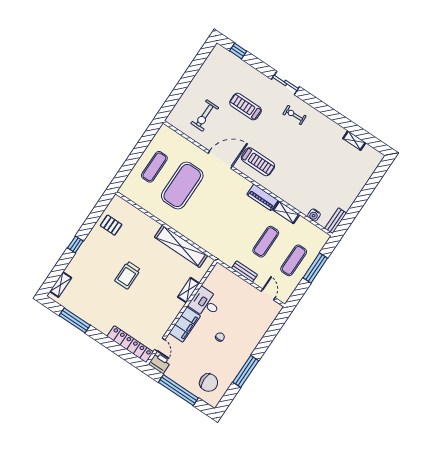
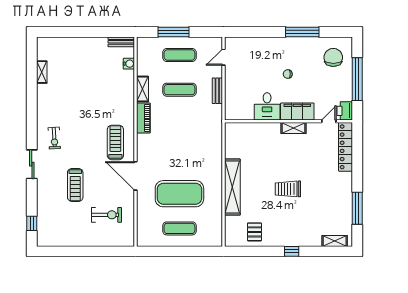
shelving: (181, 246) -> (232, 187), moved
trolley: (128, 275) -> (288, 189), turned 180
shelving: (189, 290) -> (293, 128), moved

